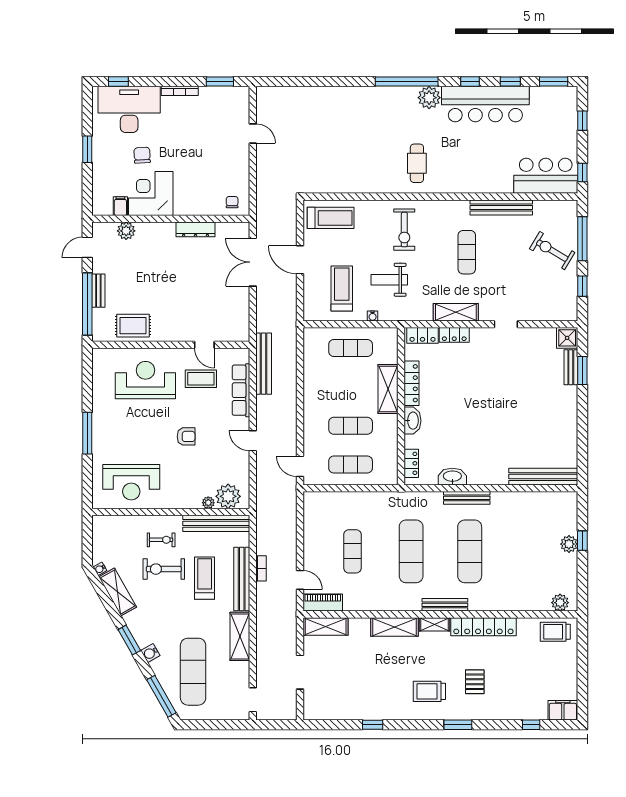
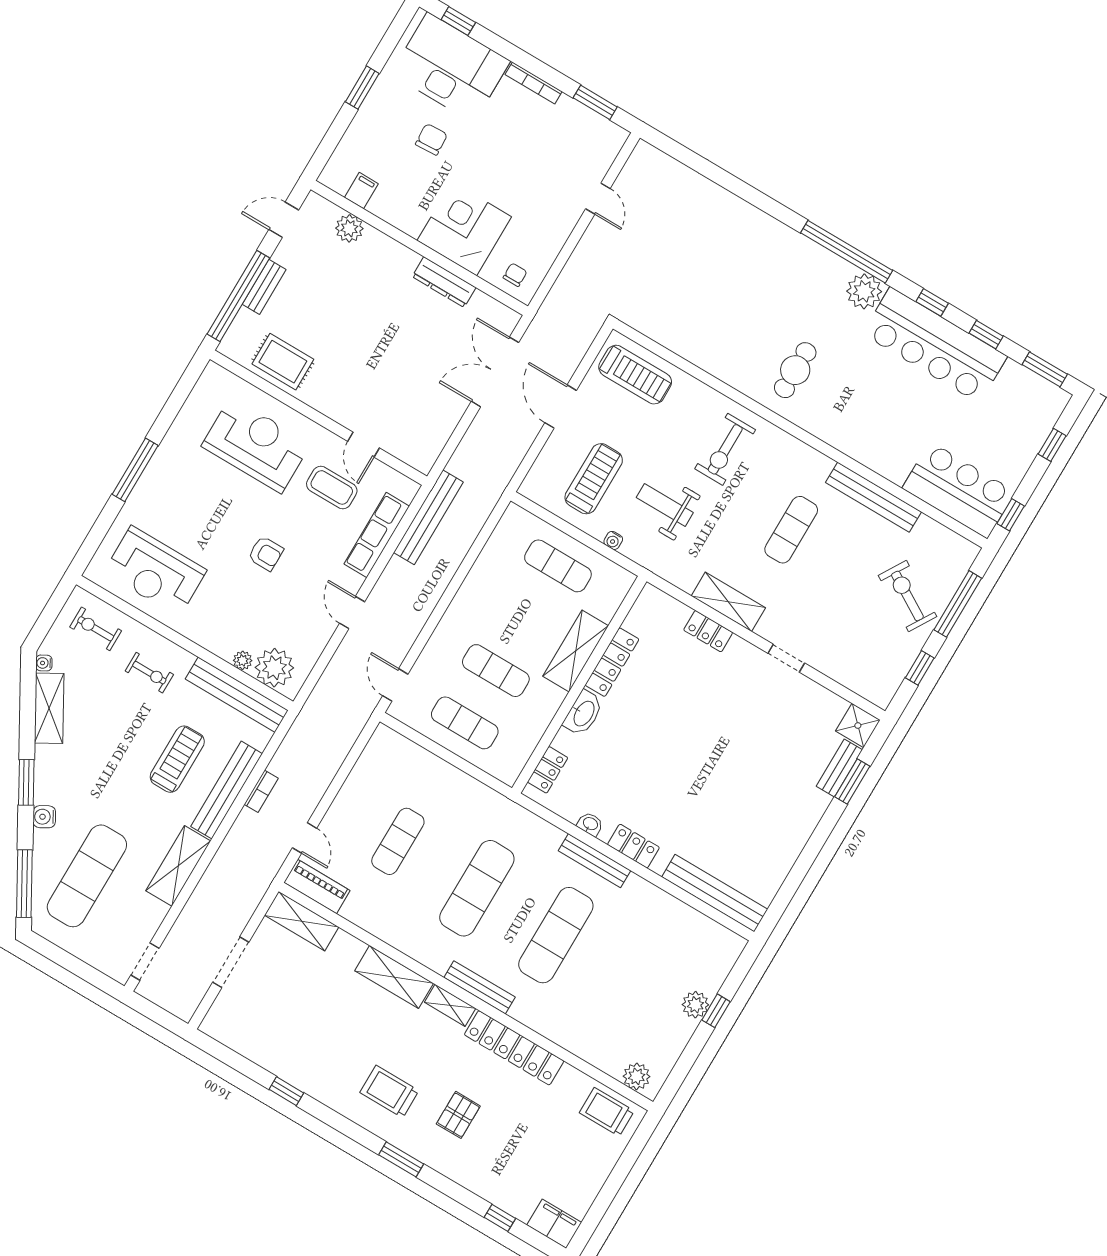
corner desk: (151, 193) -> (464, 229), moved
locker: (423, 335) -> (633, 846), moved, turned 180
washbasin: (452, 477) -> (590, 824), width x0.52, depth x0.69
exercise bike: (164, 569) -> (96, 629), moved, width x0.73, depth x0.72

